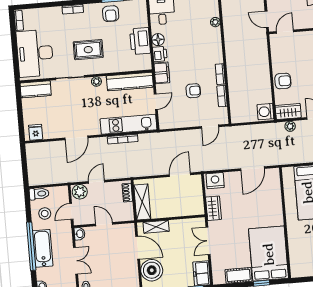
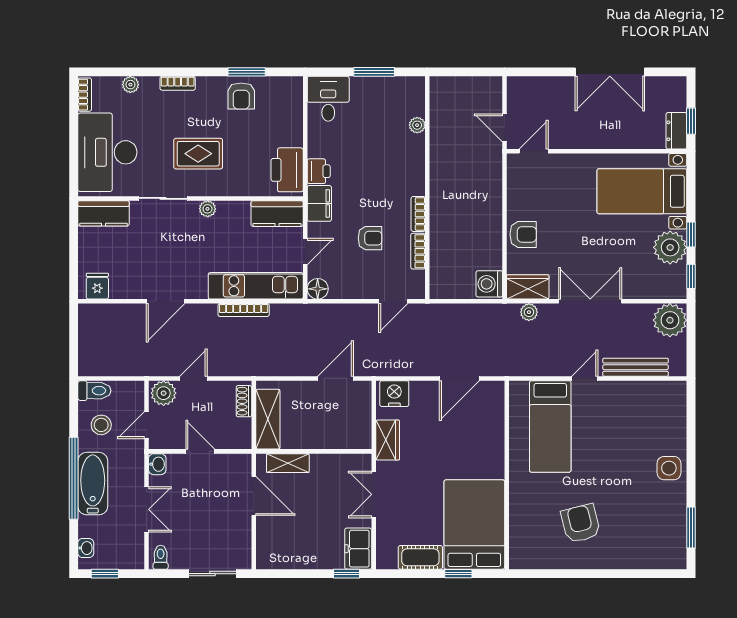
plant: (45, 12) -> (130, 85), added
floor lamp: (158, 40) -> (318, 289), moved
printer: (140, 41) -> (287, 170), moved
kitchen counter: (130, 81) -> (277, 214), width x0.67
boiler: (152, 270) -> (274, 536), removed

